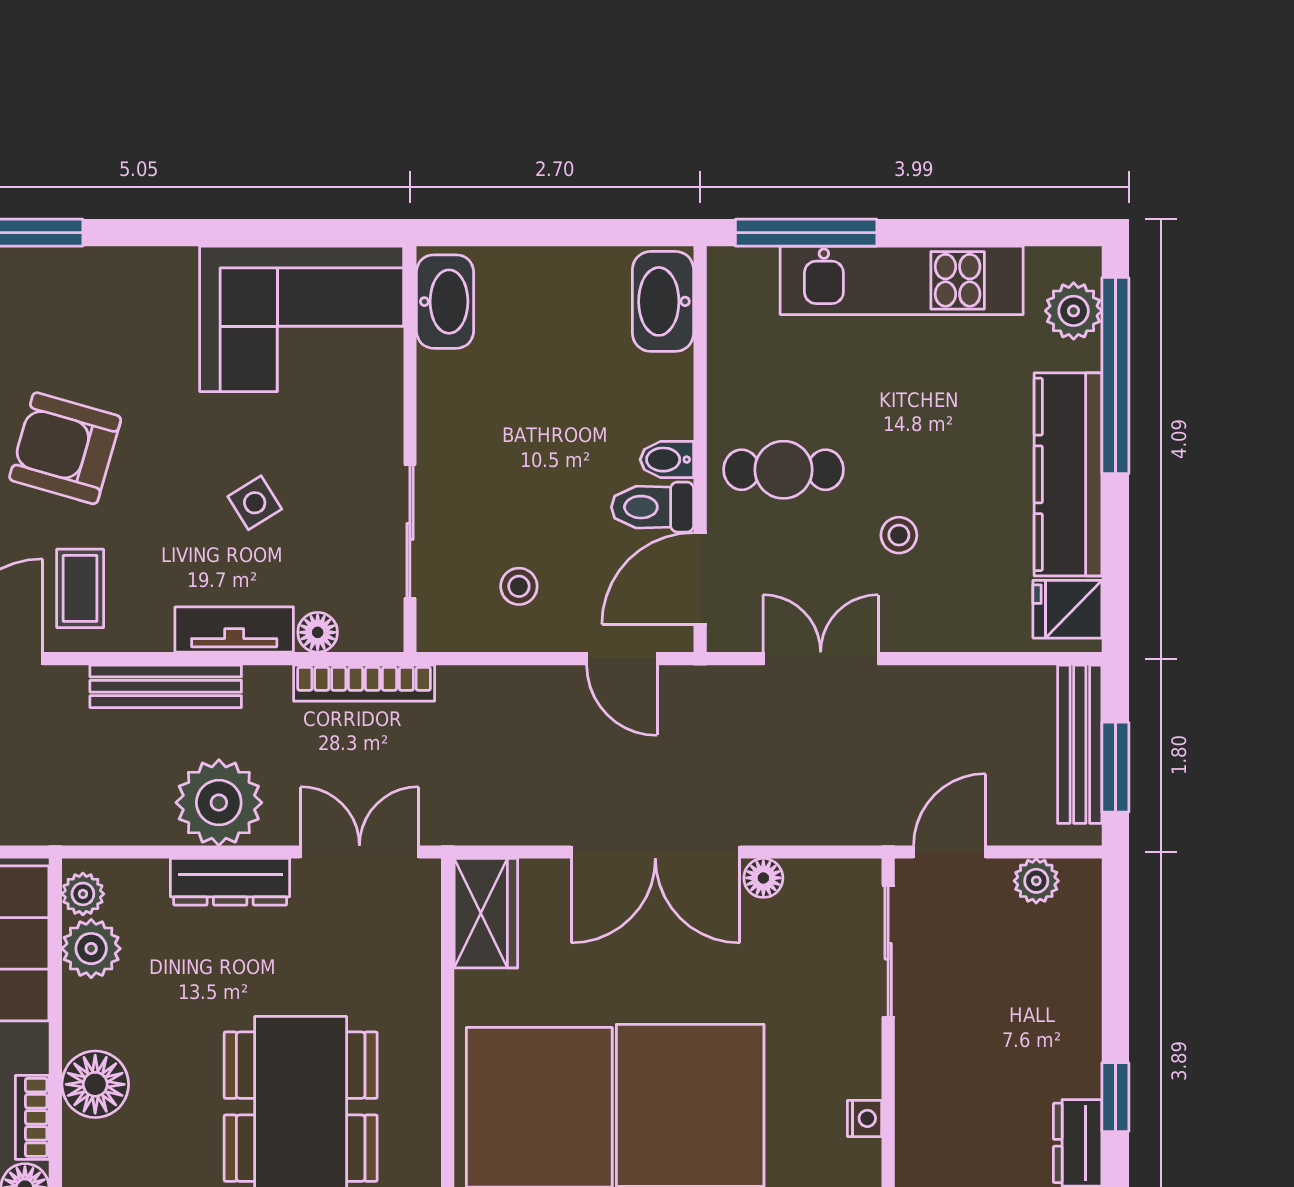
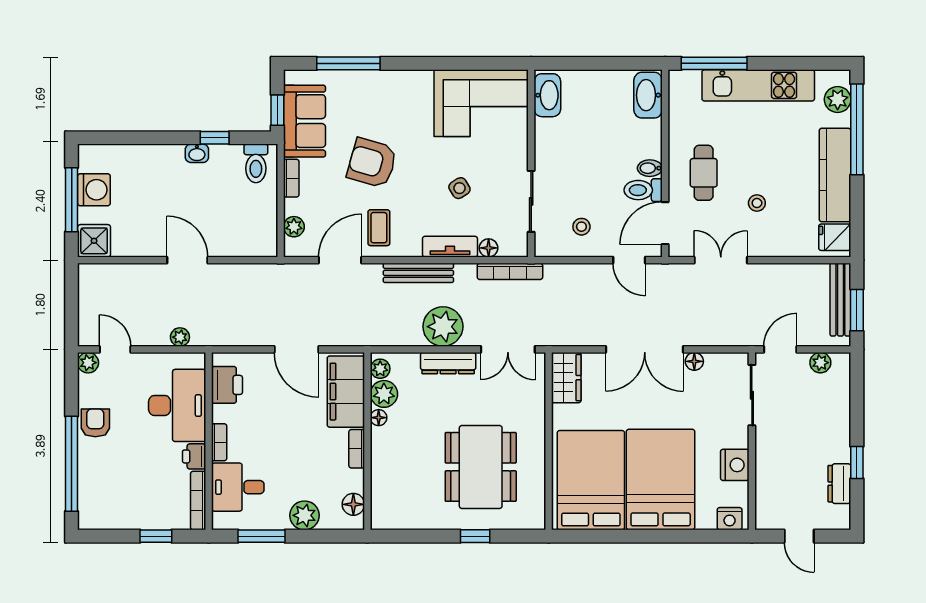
cafe table: (784, 470) -> (704, 173), turned 90
double door: (359, 852) -> (508, 349), swing flipped
floor lamp: (95, 1084) -> (379, 418), moved, width x0.53, depth x0.53
bookcase: (32, 1117) -> (357, 449), moved
nightstand: (865, 1118) -> (735, 465), width x1.89, depth x1.79

